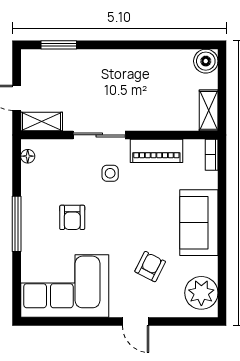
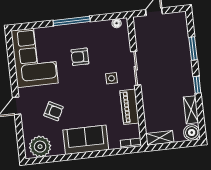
window: (59, 45) -> (193, 49), moved
window: (134, 45) -> (197, 85), added
shelving: (42, 121) -> (191, 110), moved

